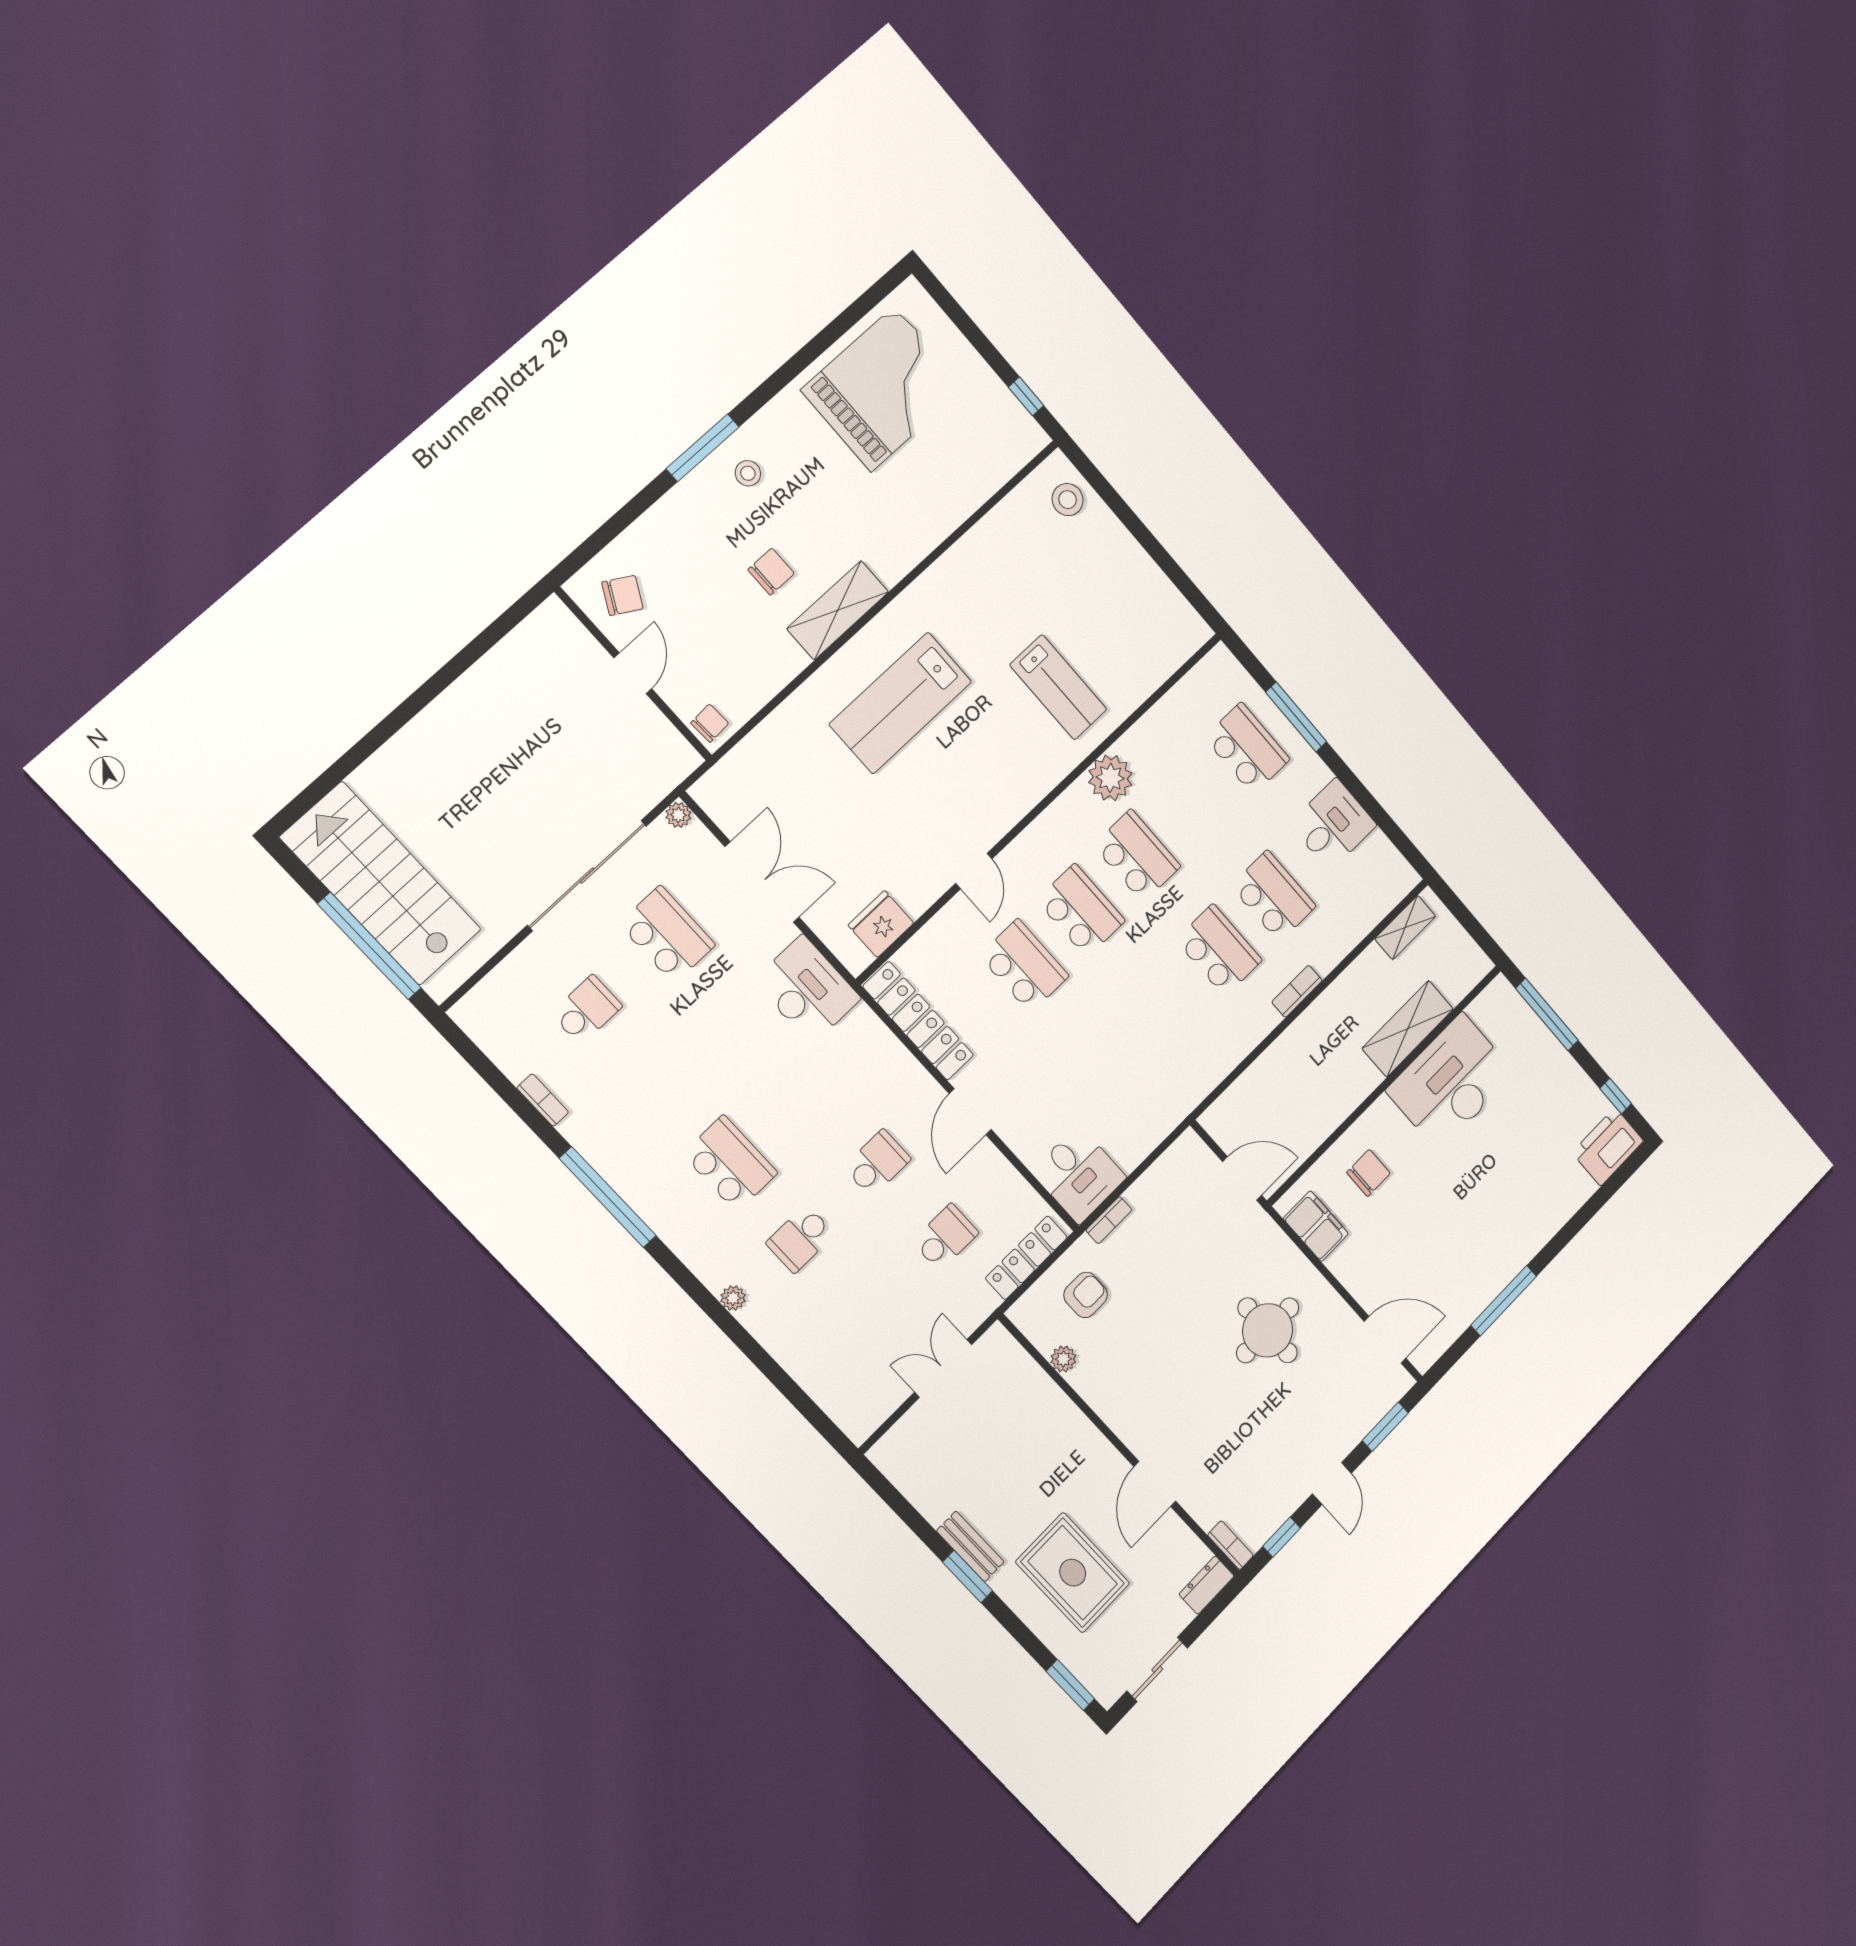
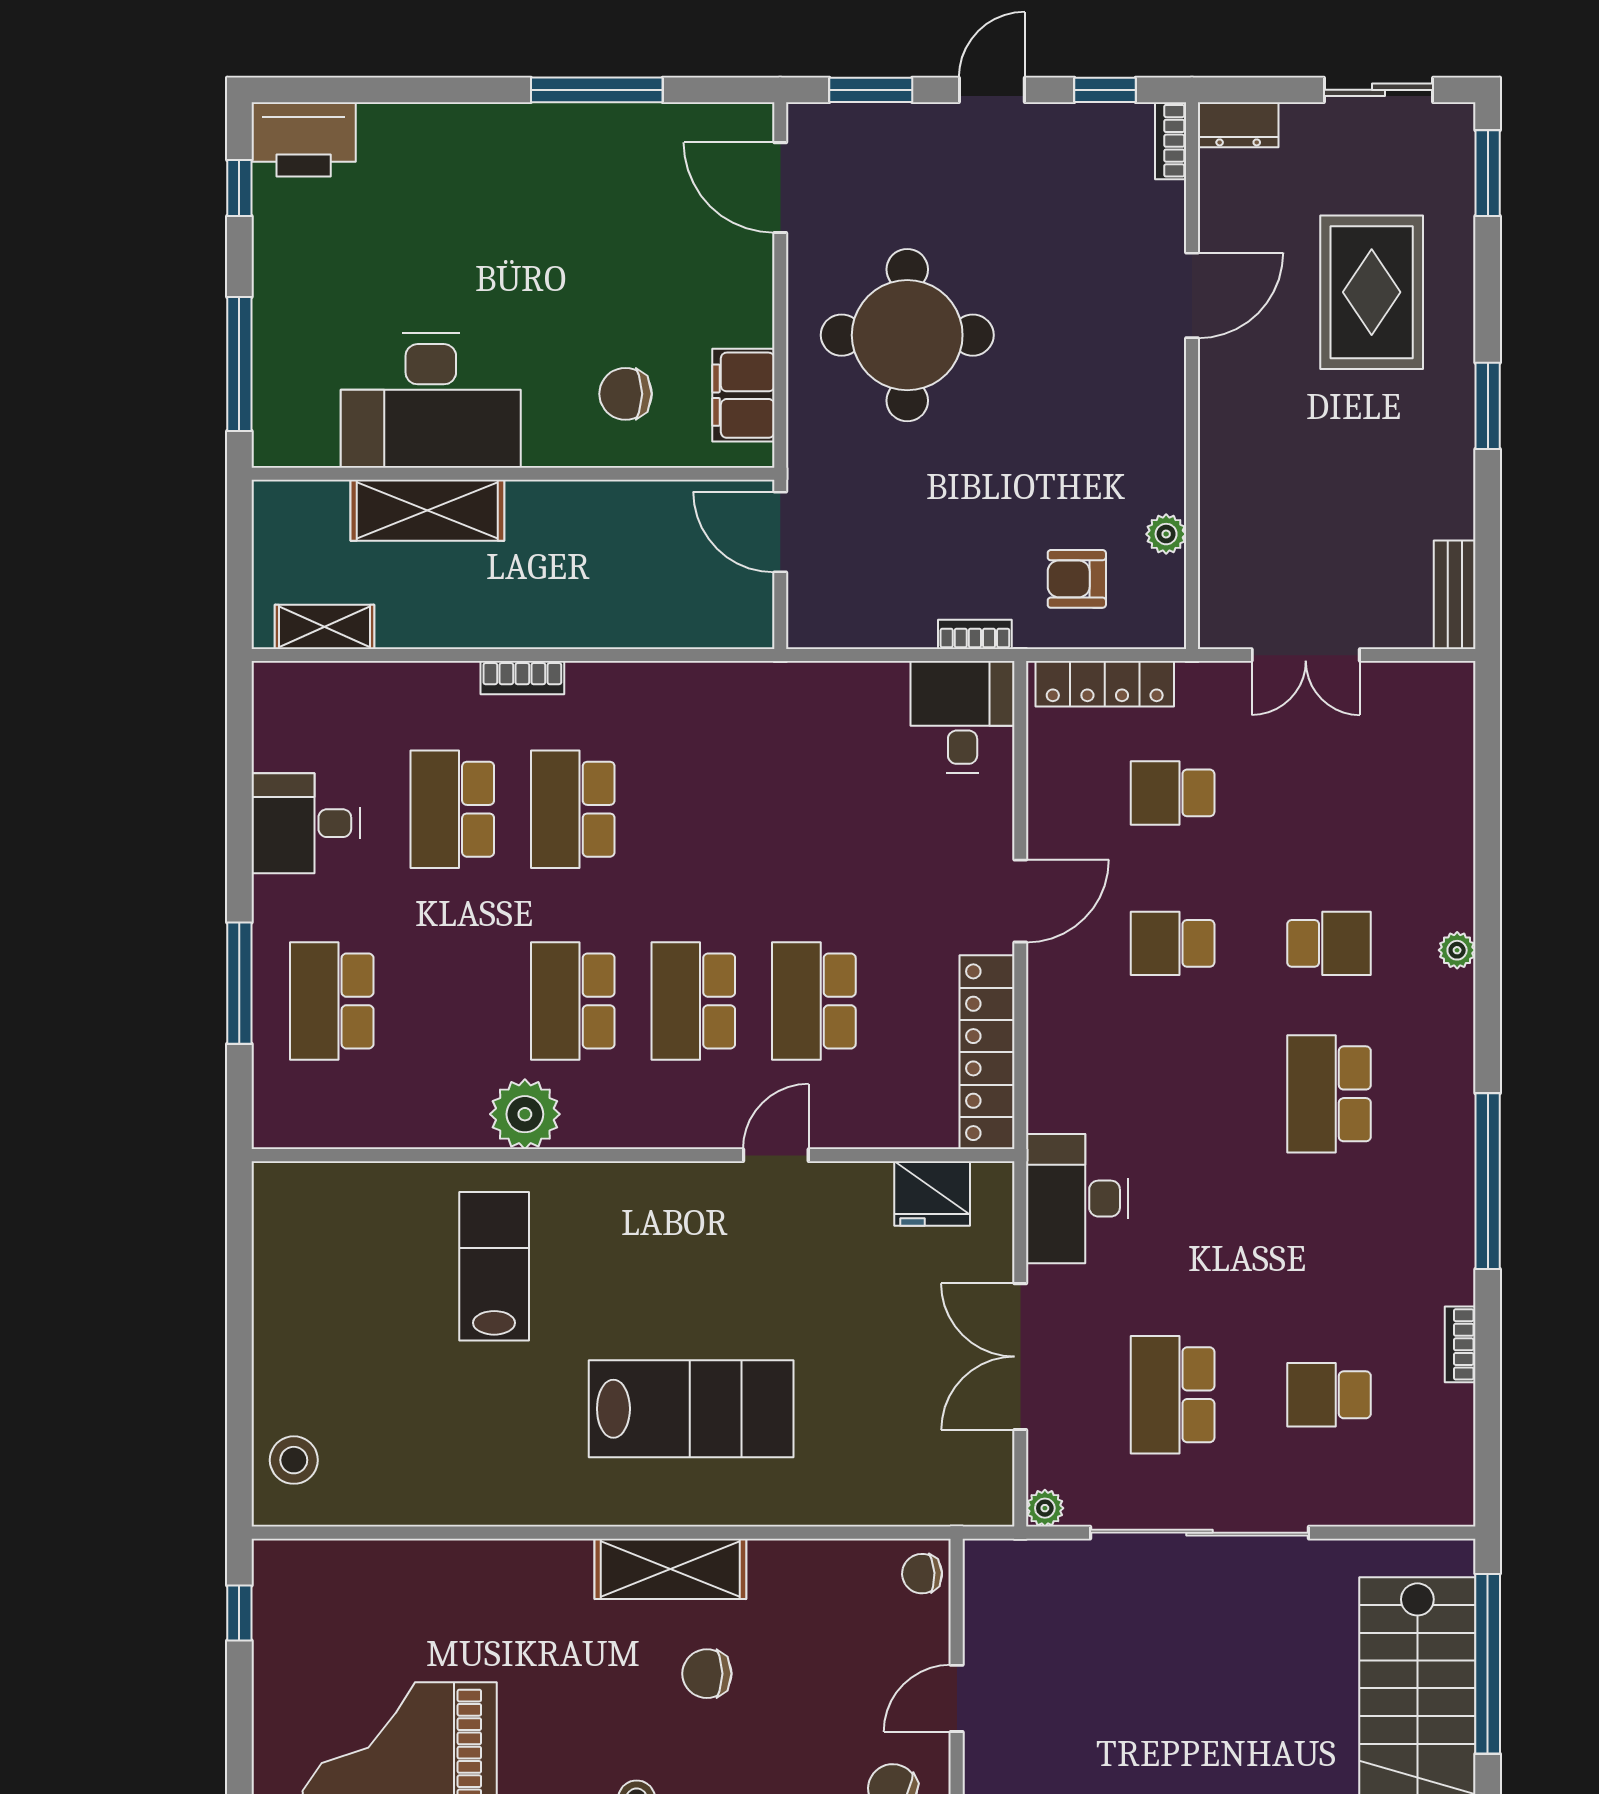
round table: (1268, 1330) -> (907, 335), width x1.36, depth x1.36
bench: (970, 1546) -> (1455, 595), moved

